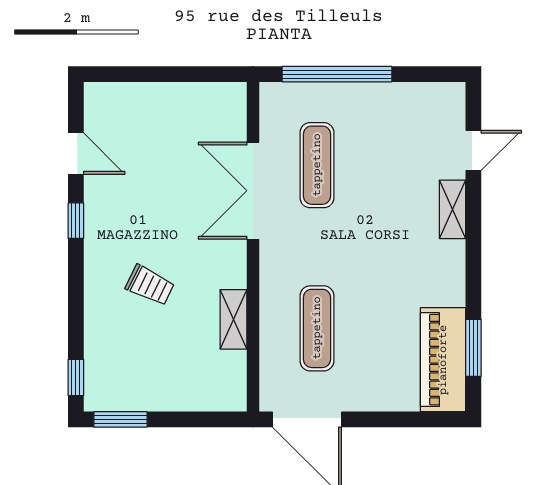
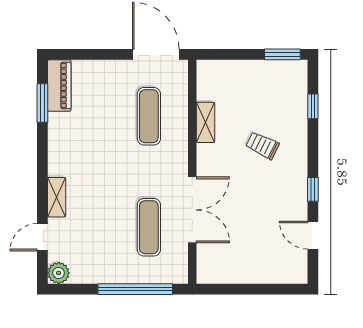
plant: (450, 98) -> (59, 273), added
piano: (443, 360) -> (59, 85), width x0.73, depth x0.75
window: (76, 378) -> (313, 106), moved

